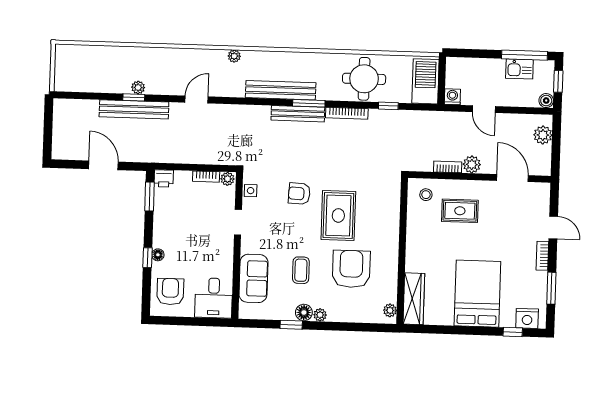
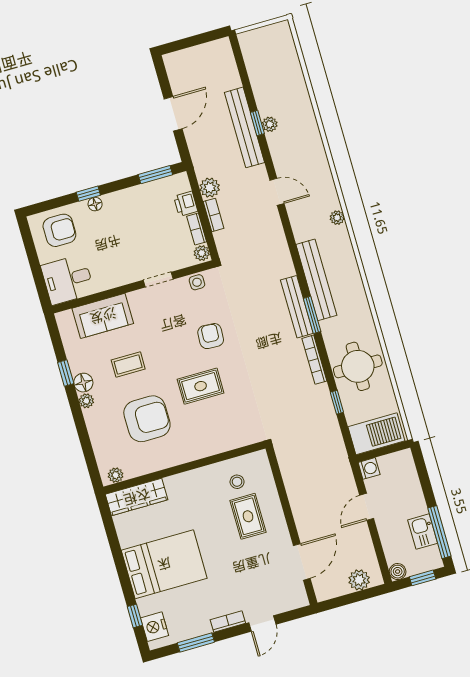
plant: (472, 164) -> (210, 188), moved
bookcase: (448, 167) -> (214, 215), moved
printer: (164, 178) -> (186, 204), moved
stool: (426, 195) -> (237, 482), moved
rug: (338, 215) -> (201, 386), width x0.73, depth x0.70

